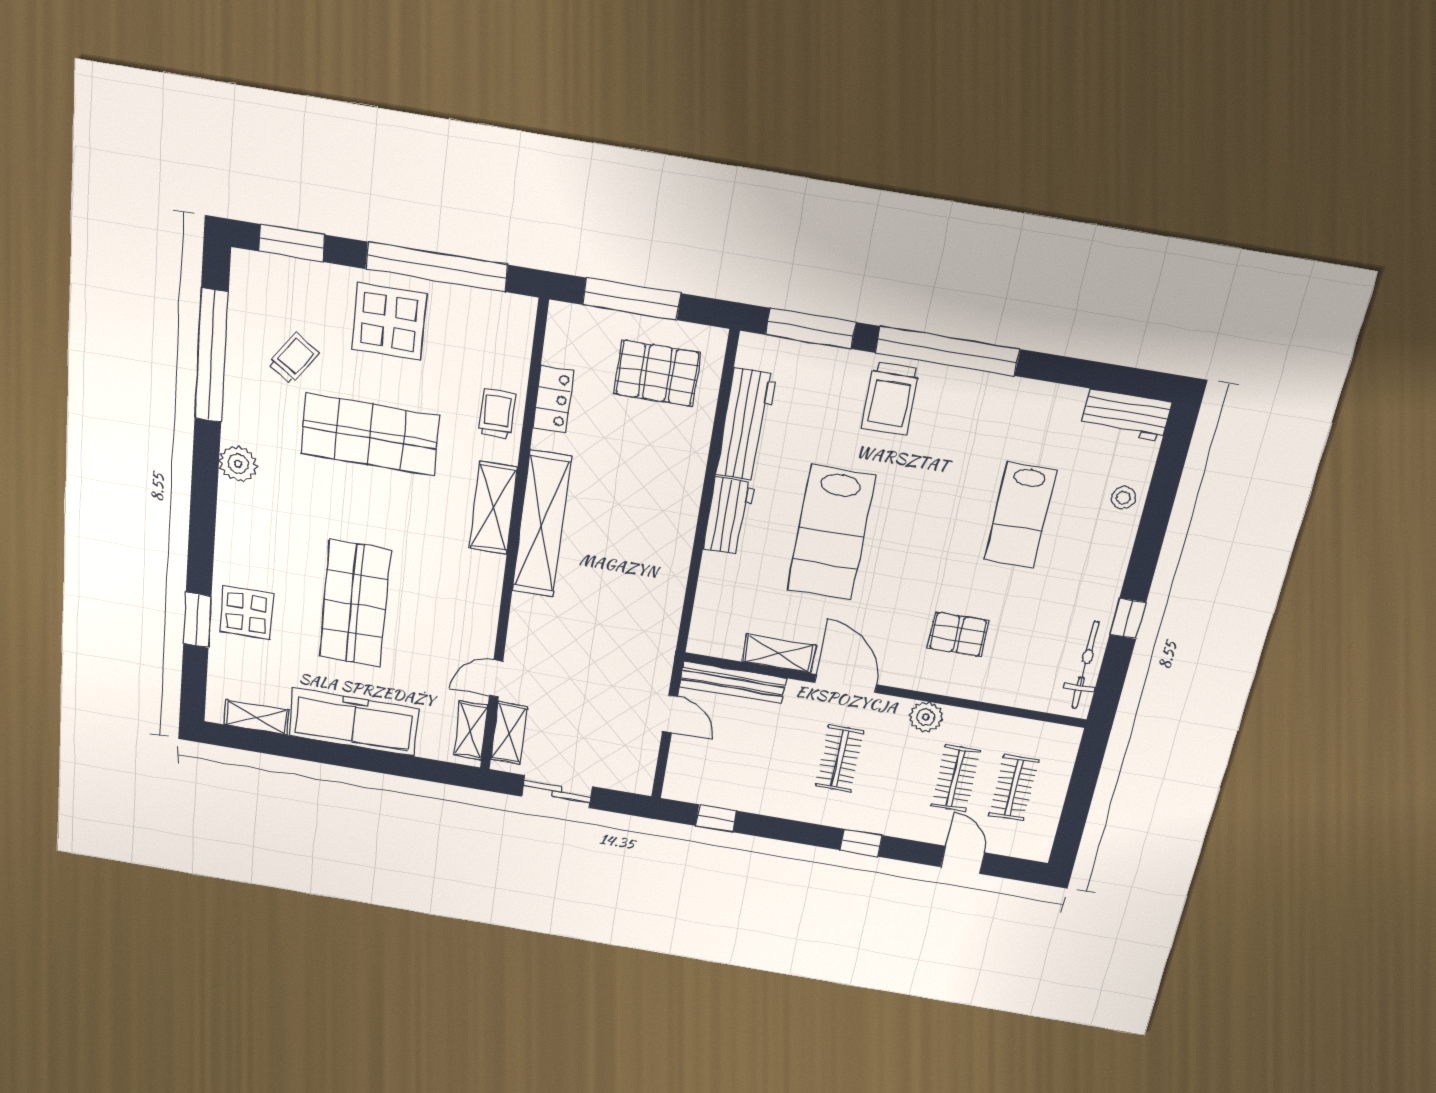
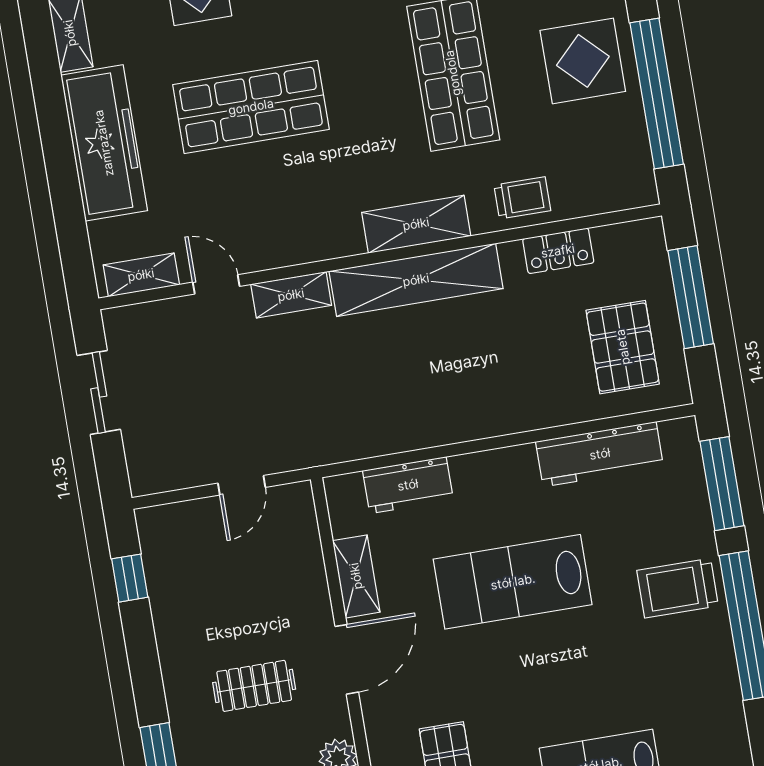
workbench: (729, 516) -> (408, 485), moved
bench: (733, 682) -> (304, 540), removed
shelving: (509, 733) -> (291, 295), moved

